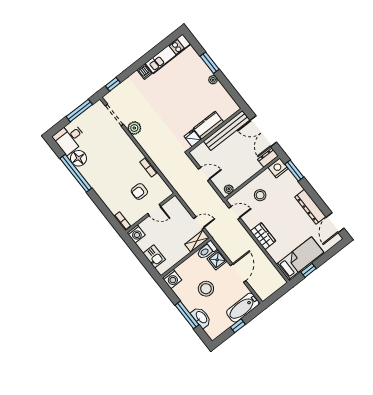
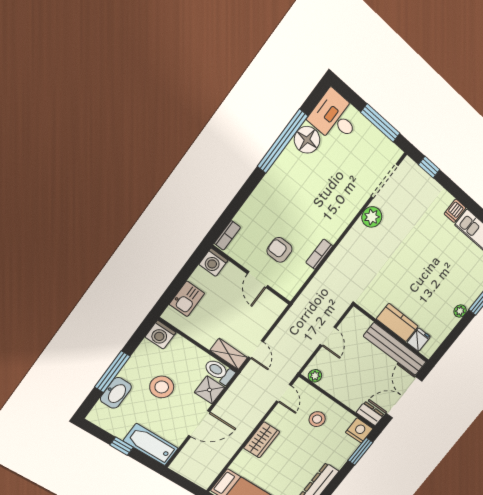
fridge: (192, 138) -> (419, 340), moved

